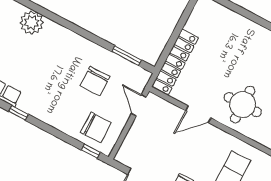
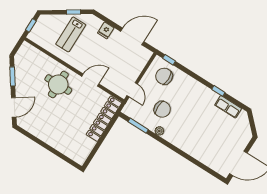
plant: (32, 23) -> (159, 131), moved, width x0.53, depth x0.53
chair: (95, 81) -> (162, 109), turned 90

